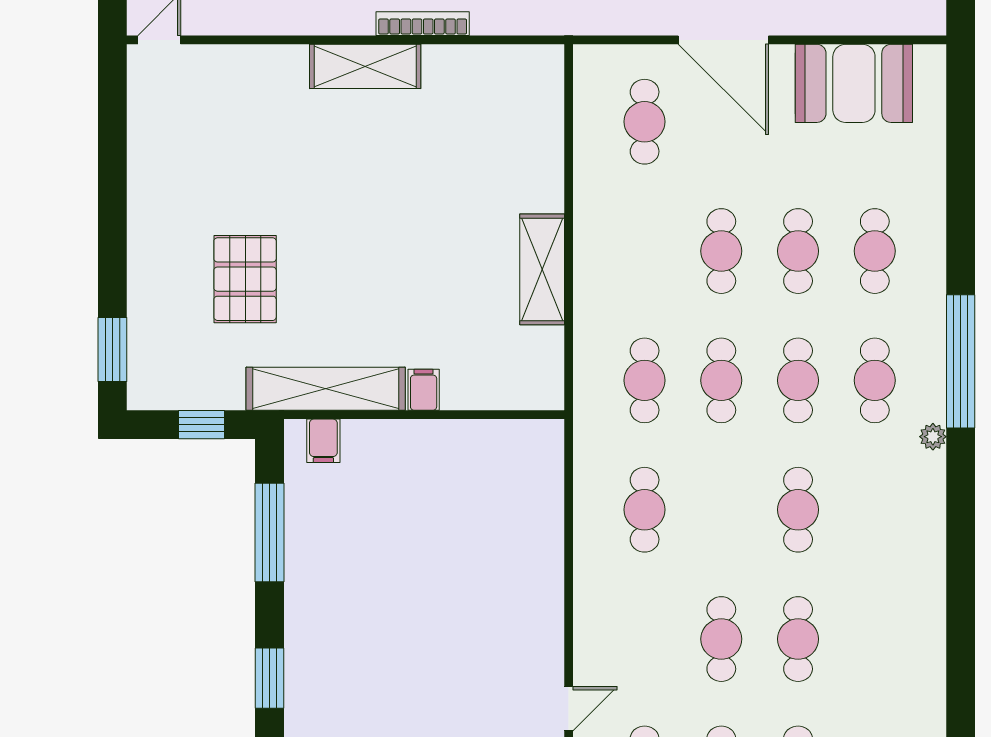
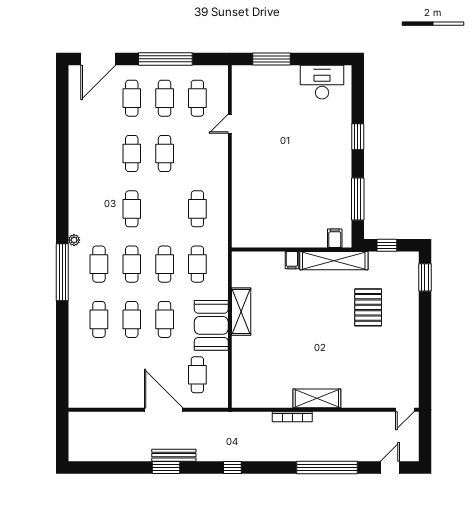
booth: (854, 83) -> (211, 325), moved, turned 90

